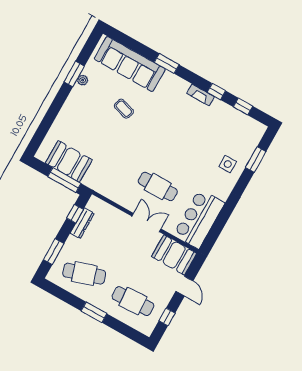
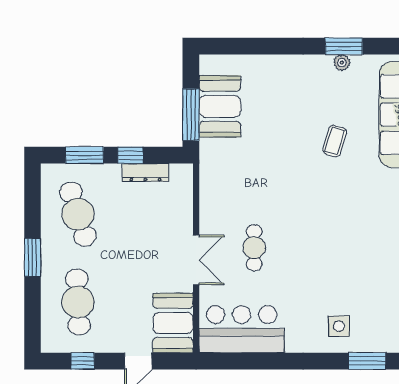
cafe table: (158, 186) -> (254, 248), width x0.73, depth x0.74
window: (75, 214) -> (130, 155), moved

